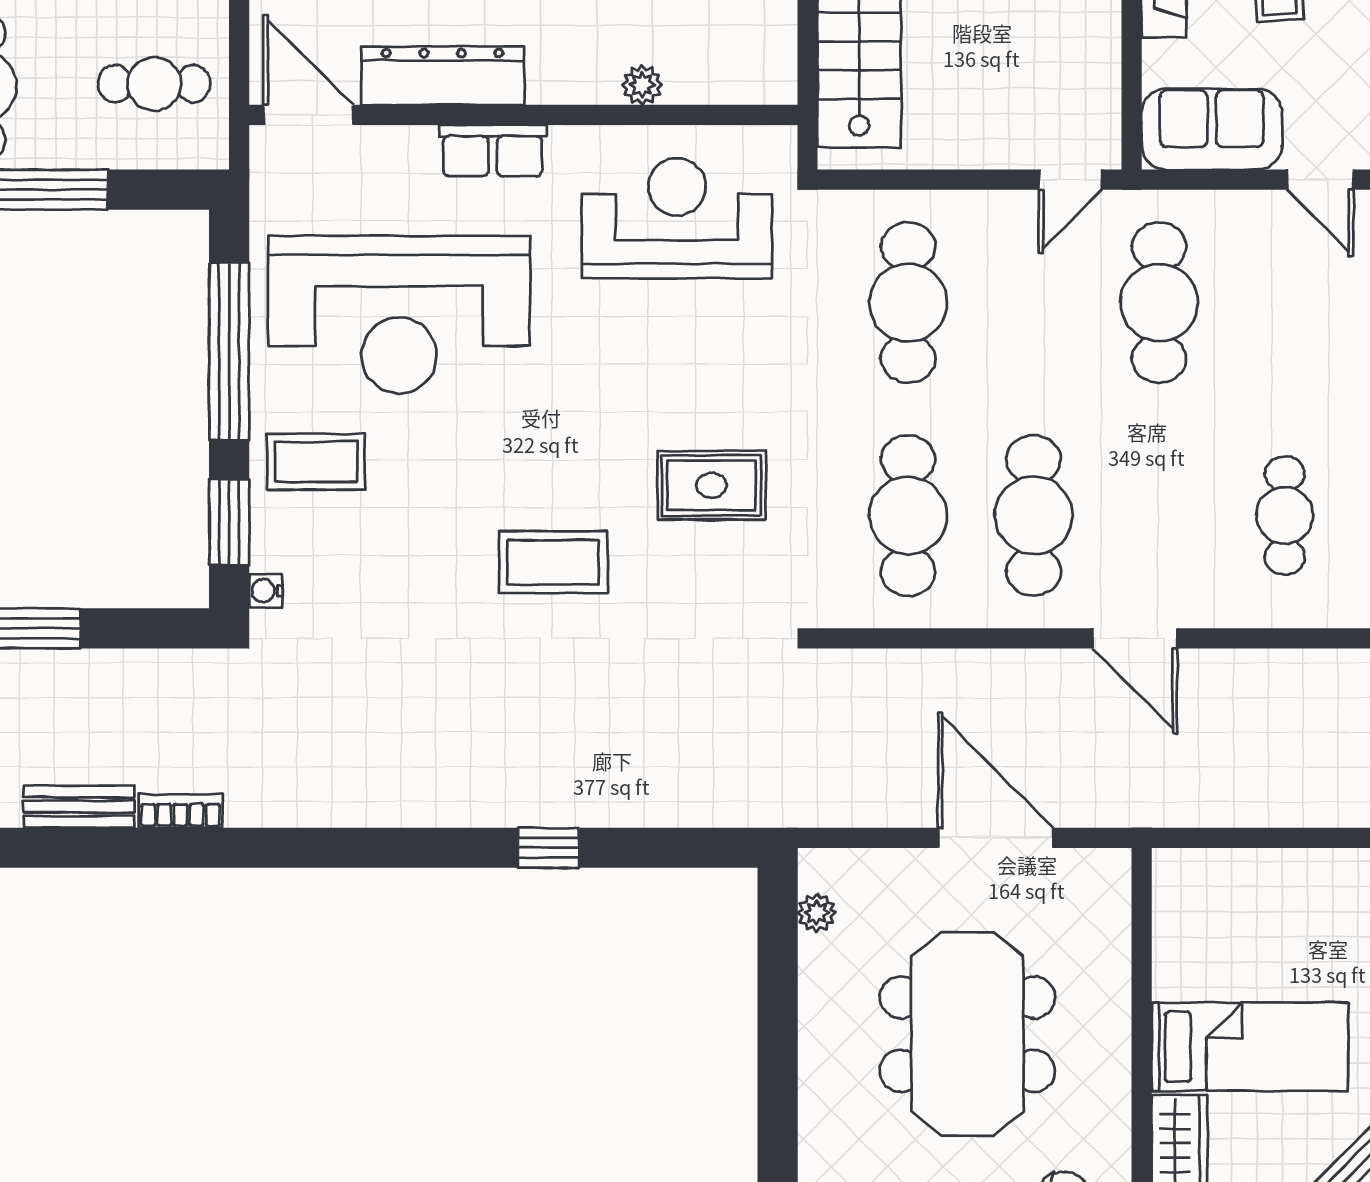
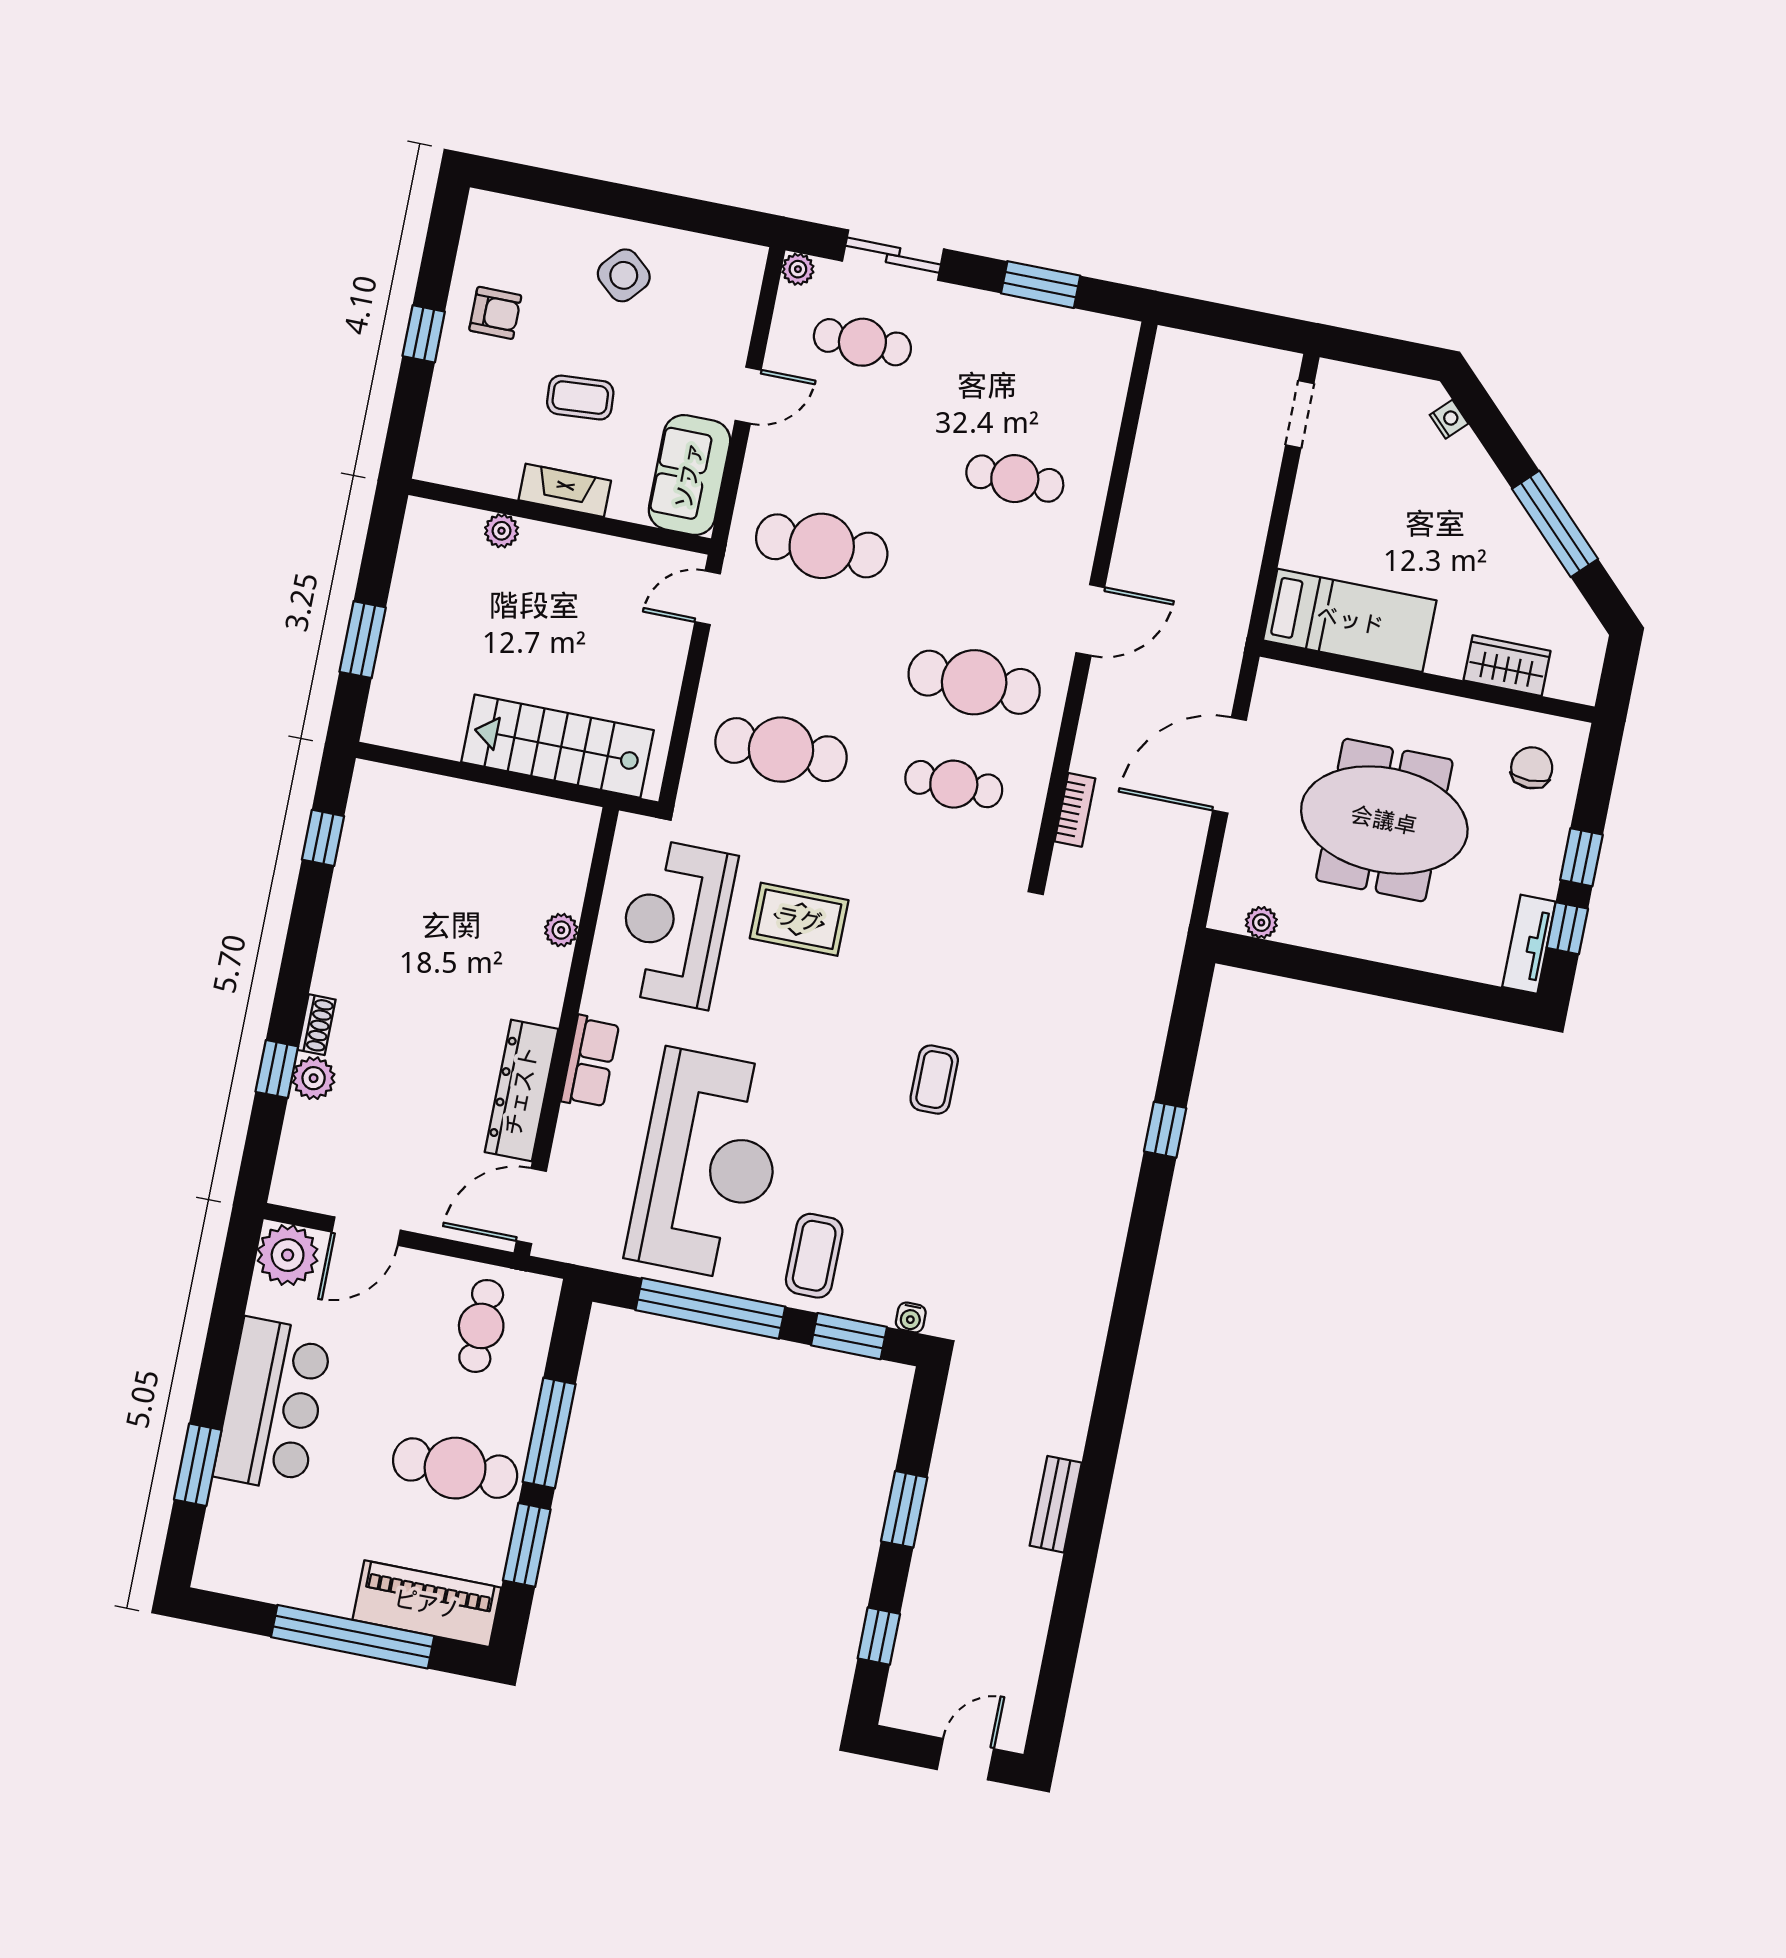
door: (1071, 180) -> (708, 598), swing flipped
rug: (711, 485) -> (799, 919), moved, turned 90
cafe table: (908, 515) -> (954, 784), width x0.73, depth x0.74
coffee table: (553, 562) -> (934, 1080), width x0.73, depth x0.77
bookcase: (180, 811) -> (1075, 810), moved, turned 180
bed: (1250, 1047) -> (1350, 620), moved, turned 90

